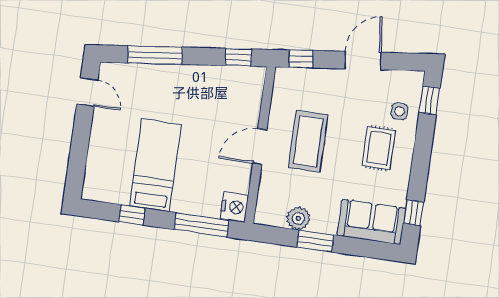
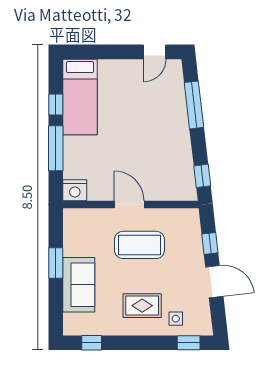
window: (301, 59) -> (210, 243), moved
bed: (155, 165) -> (80, 97), moved, turned 90
plant: (298, 218) -> (73, 246), removed
sofa: (371, 222) -> (79, 285), moved
window: (201, 225) -> (56, 148), moved

